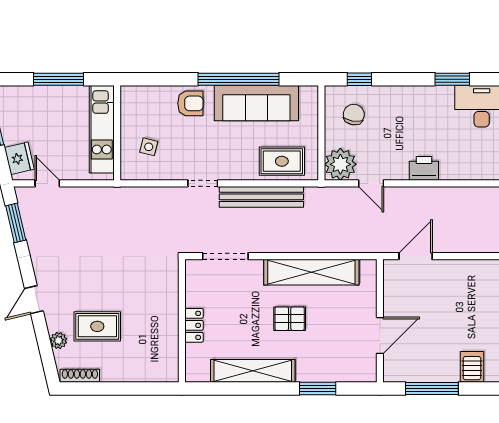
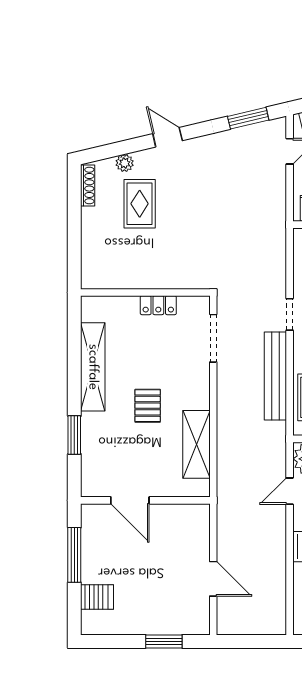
door: (416, 256) -> (213, 579), moved
shelving: (311, 272) -> (196, 444), width x0.68
locker: (194, 325) -> (158, 305), moved

